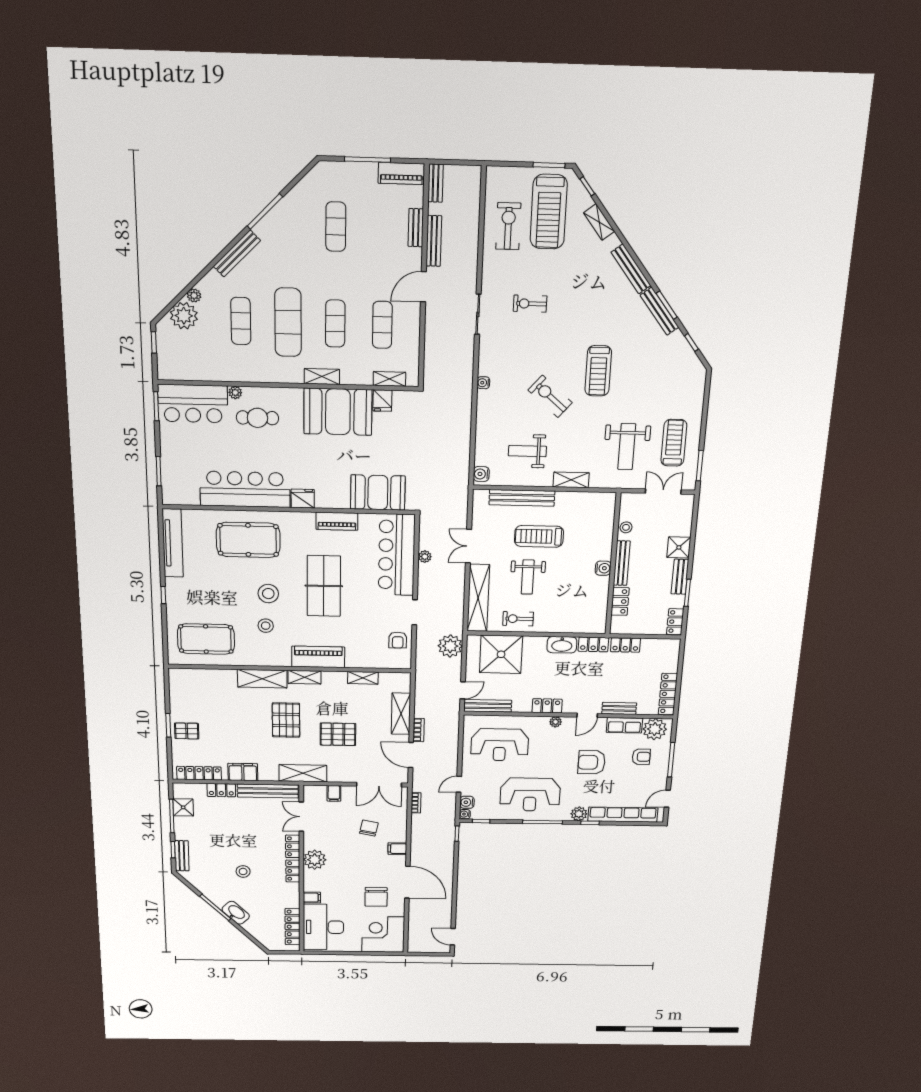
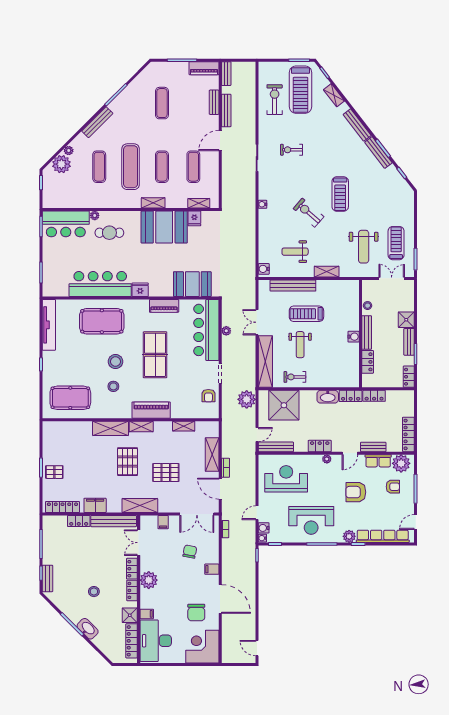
reception desk: (500, 745) -> (286, 479), turned 180
shower: (183, 807) -> (130, 615), moved

